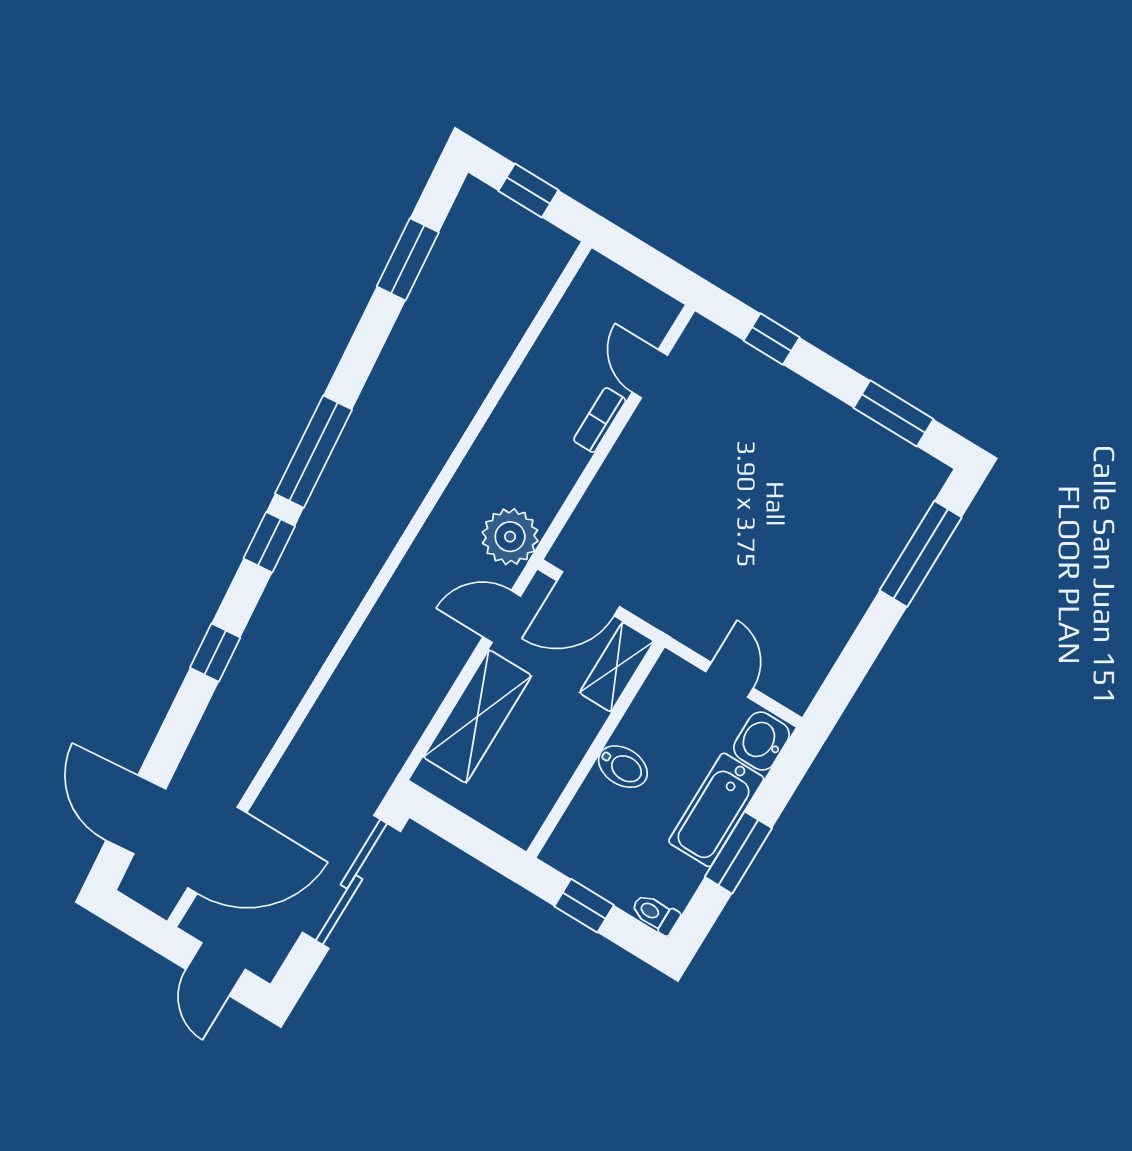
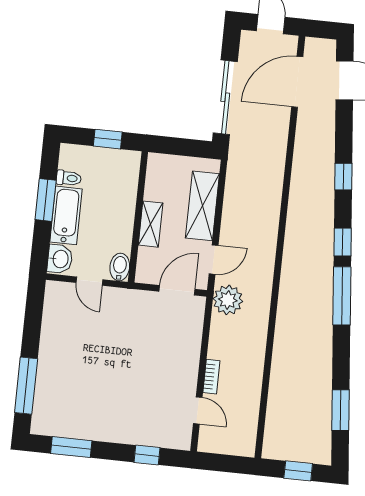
shelving: (617, 667) -> (151, 224), moved
bidet: (623, 767) -> (120, 267), moved, turned 90
toilet: (655, 914) -> (69, 178), moved

